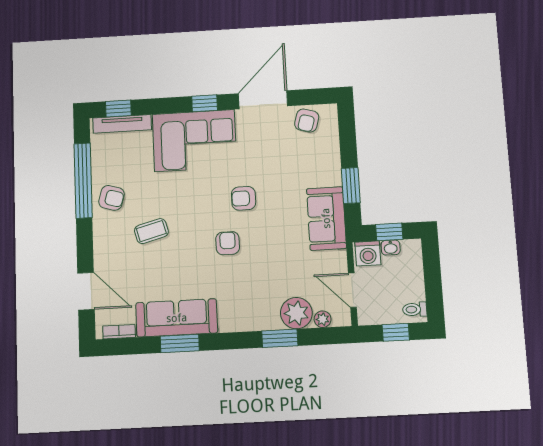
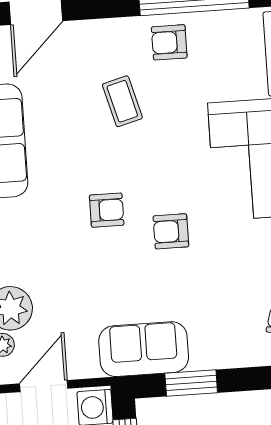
armchair: (112, 198) -> (169, 42), turned 74
armchair: (244, 198) -> (171, 231), turned -90

